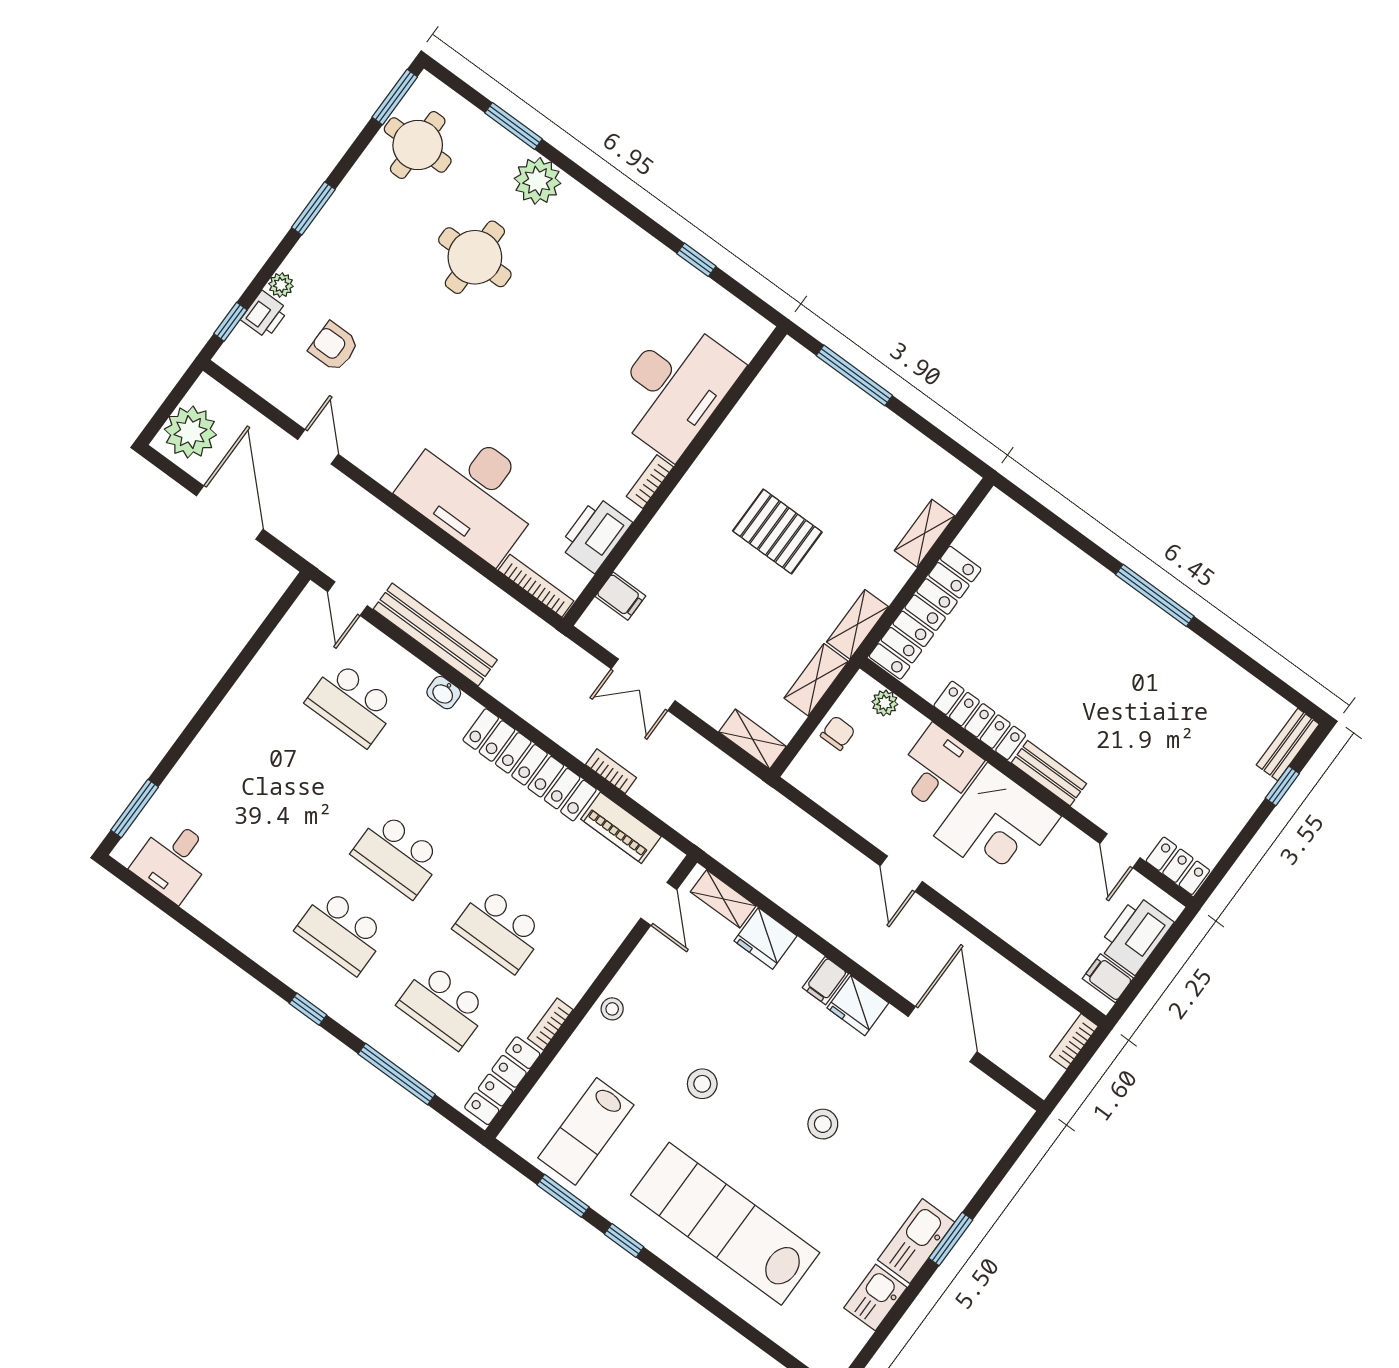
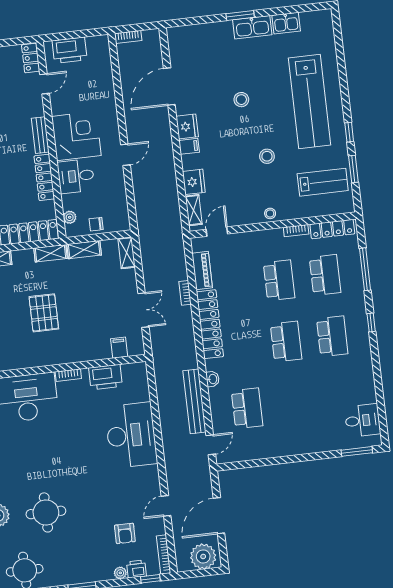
bookcase: (536, 586) -> (163, 555), moved
filing cabinet: (1108, 978) -> (94, 46), removed

